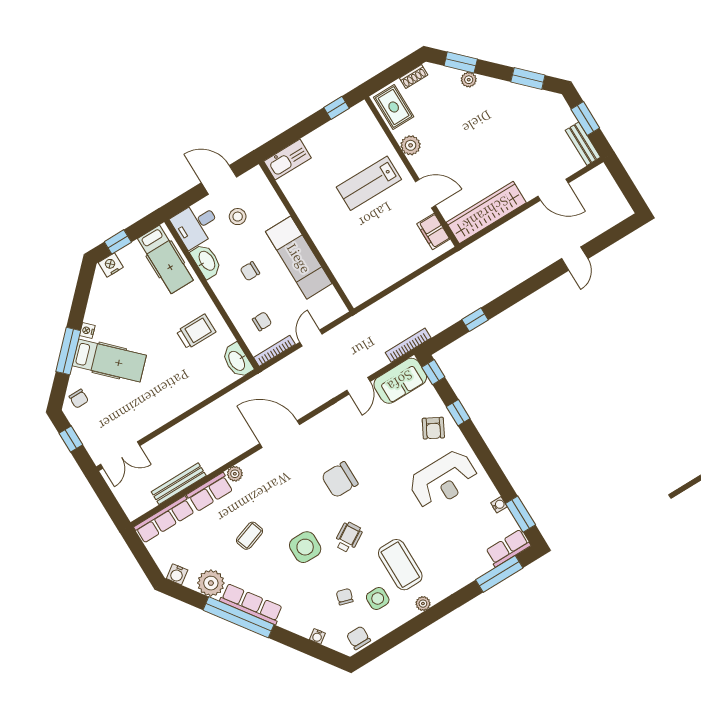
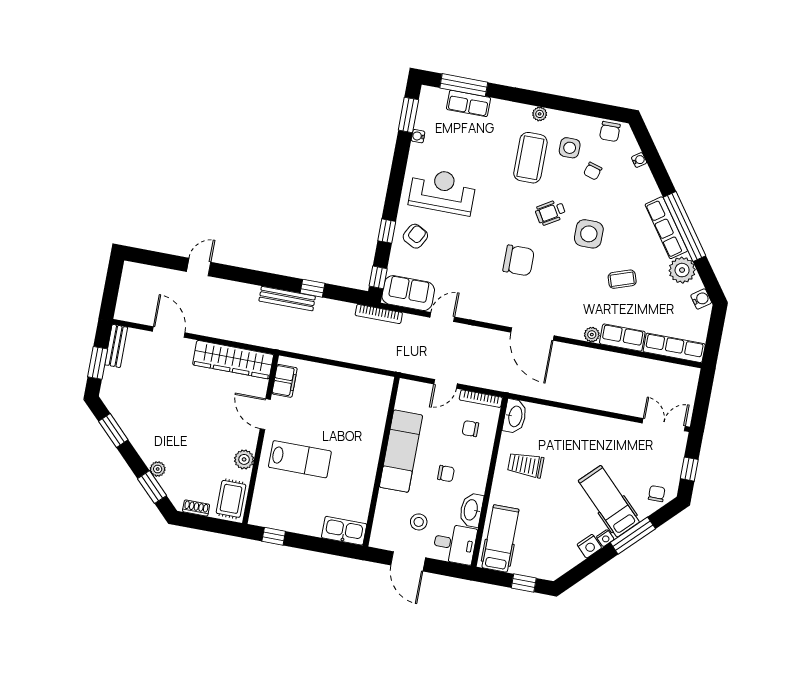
nightstand: (111, 265) -> (589, 546), moved, turned -45
bench: (179, 484) -> (287, 299), moved
row of seats: (508, 548) -> (468, 103), moved

